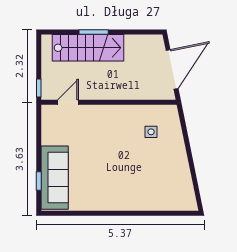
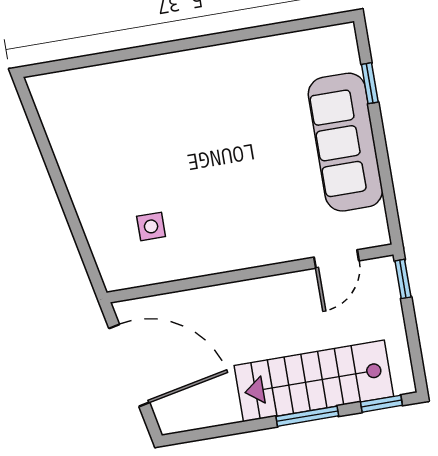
window: (59, 32) -> (381, 404), added
door: (172, 69) -> (129, 365), swing flipped
sofa: (55, 178) -> (345, 142), moved

